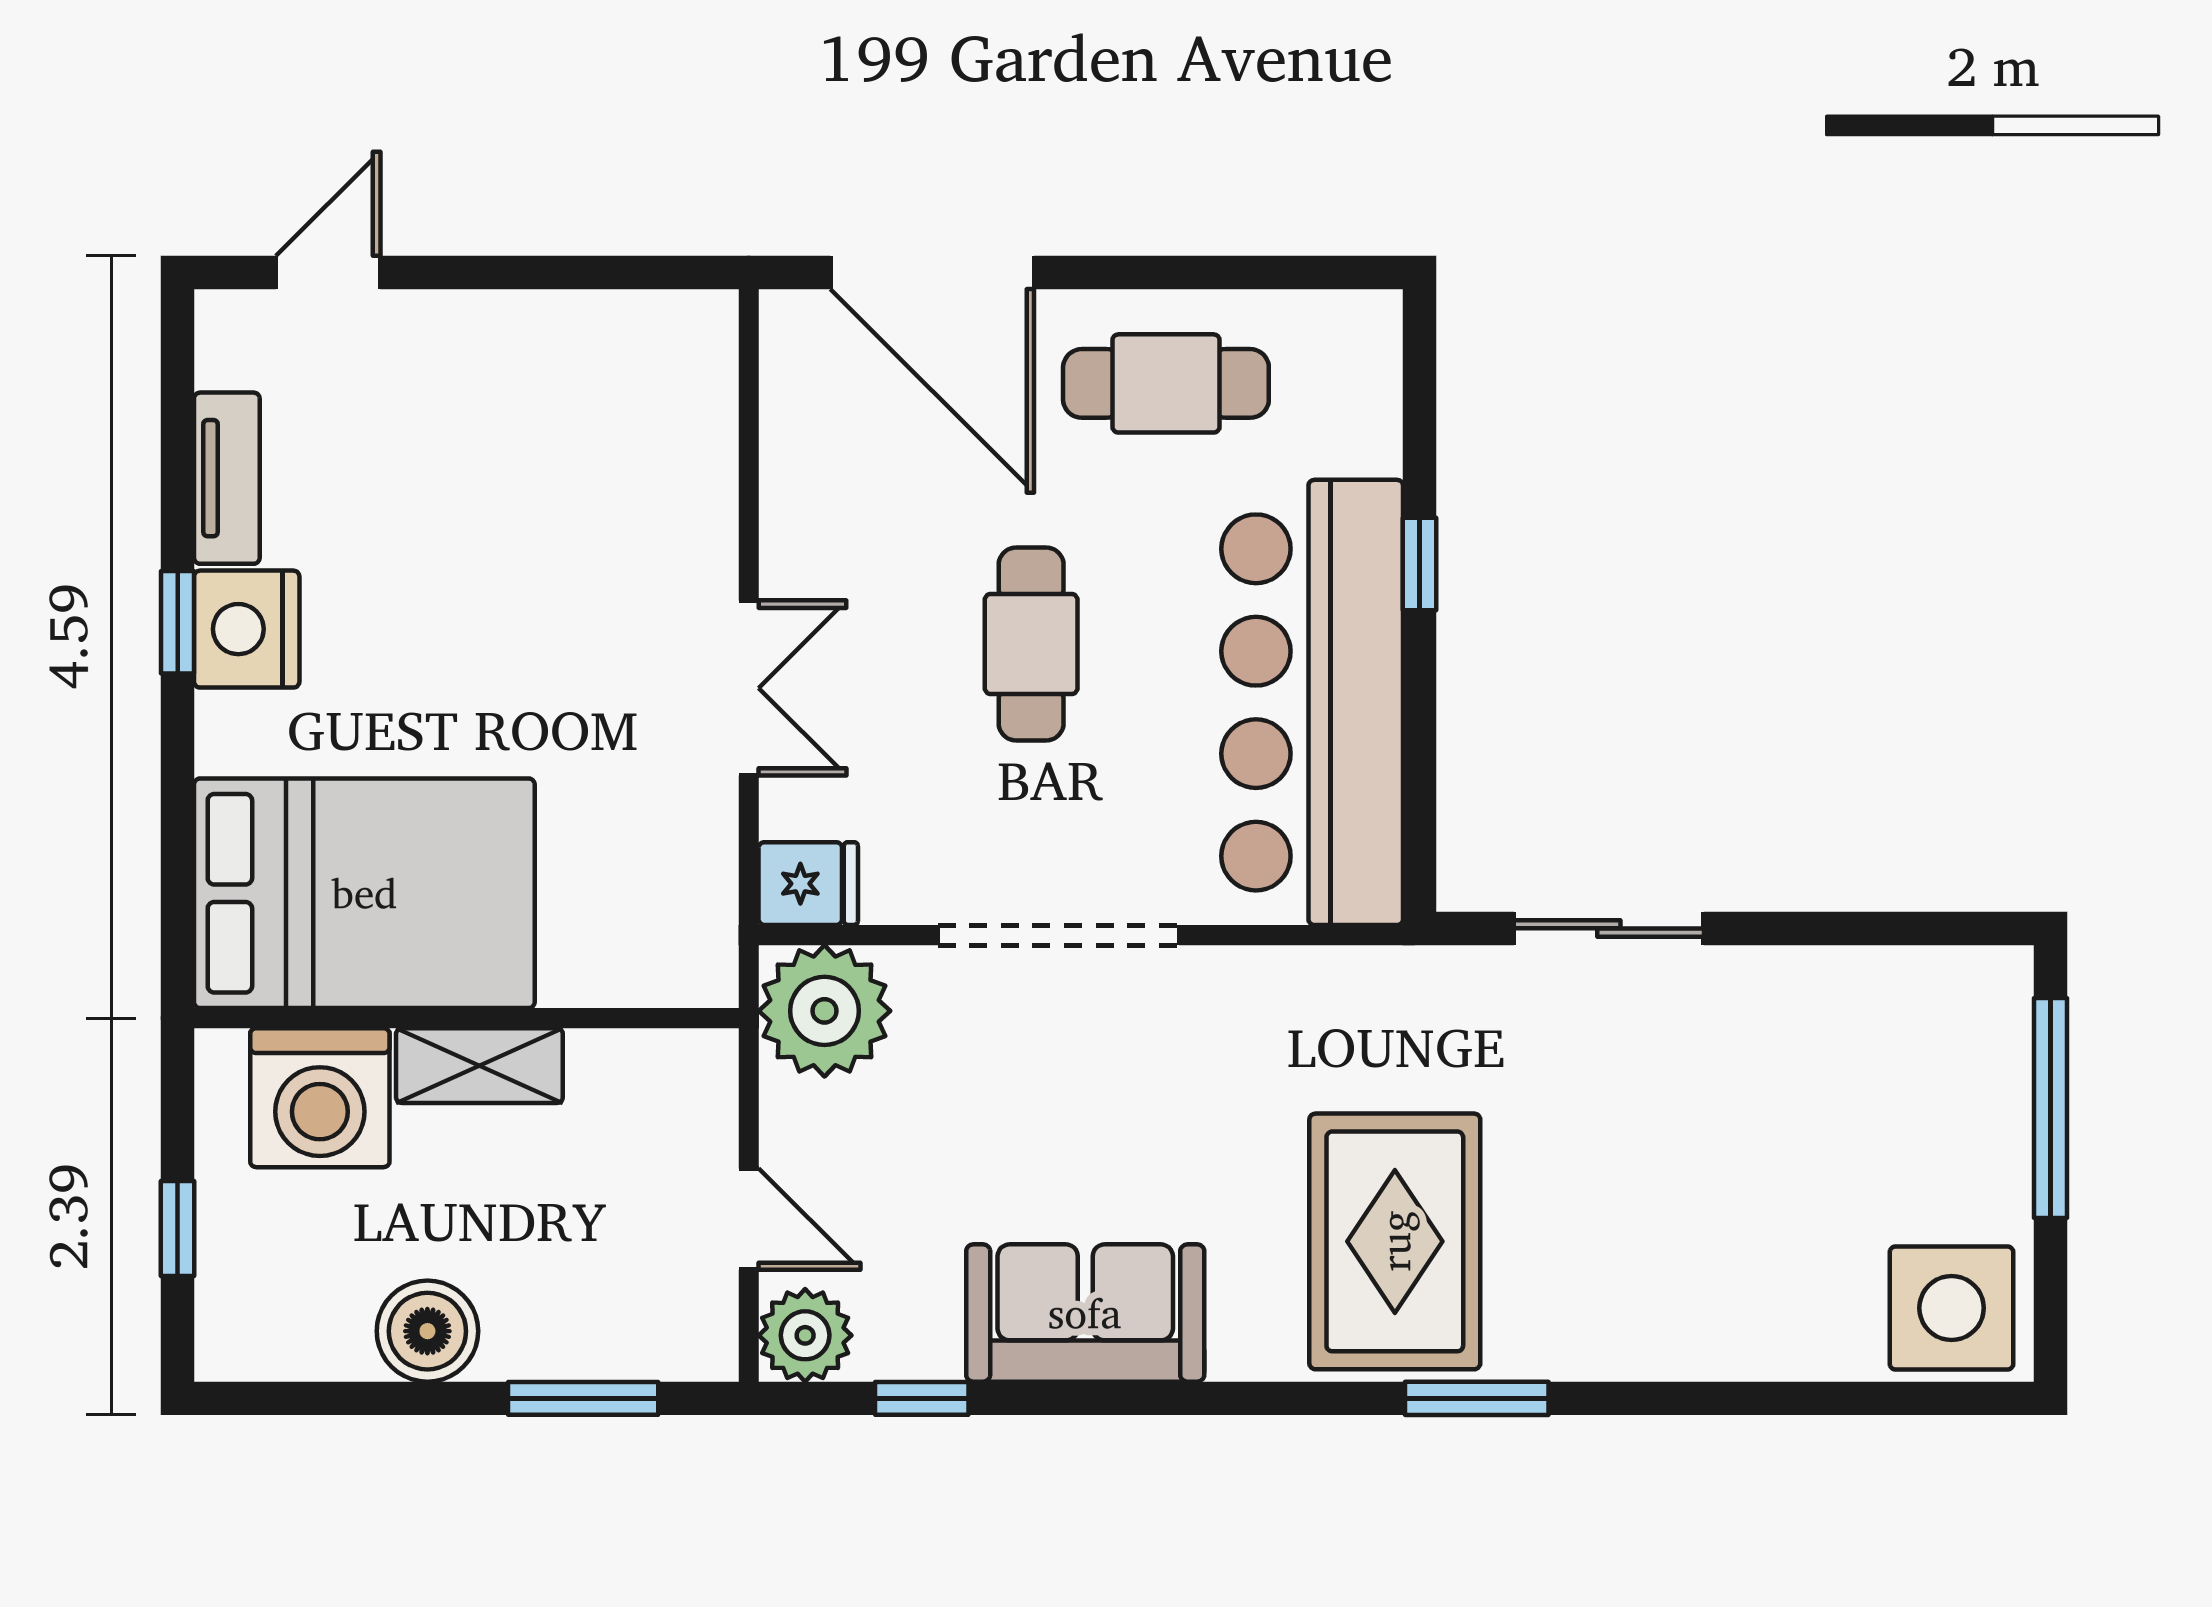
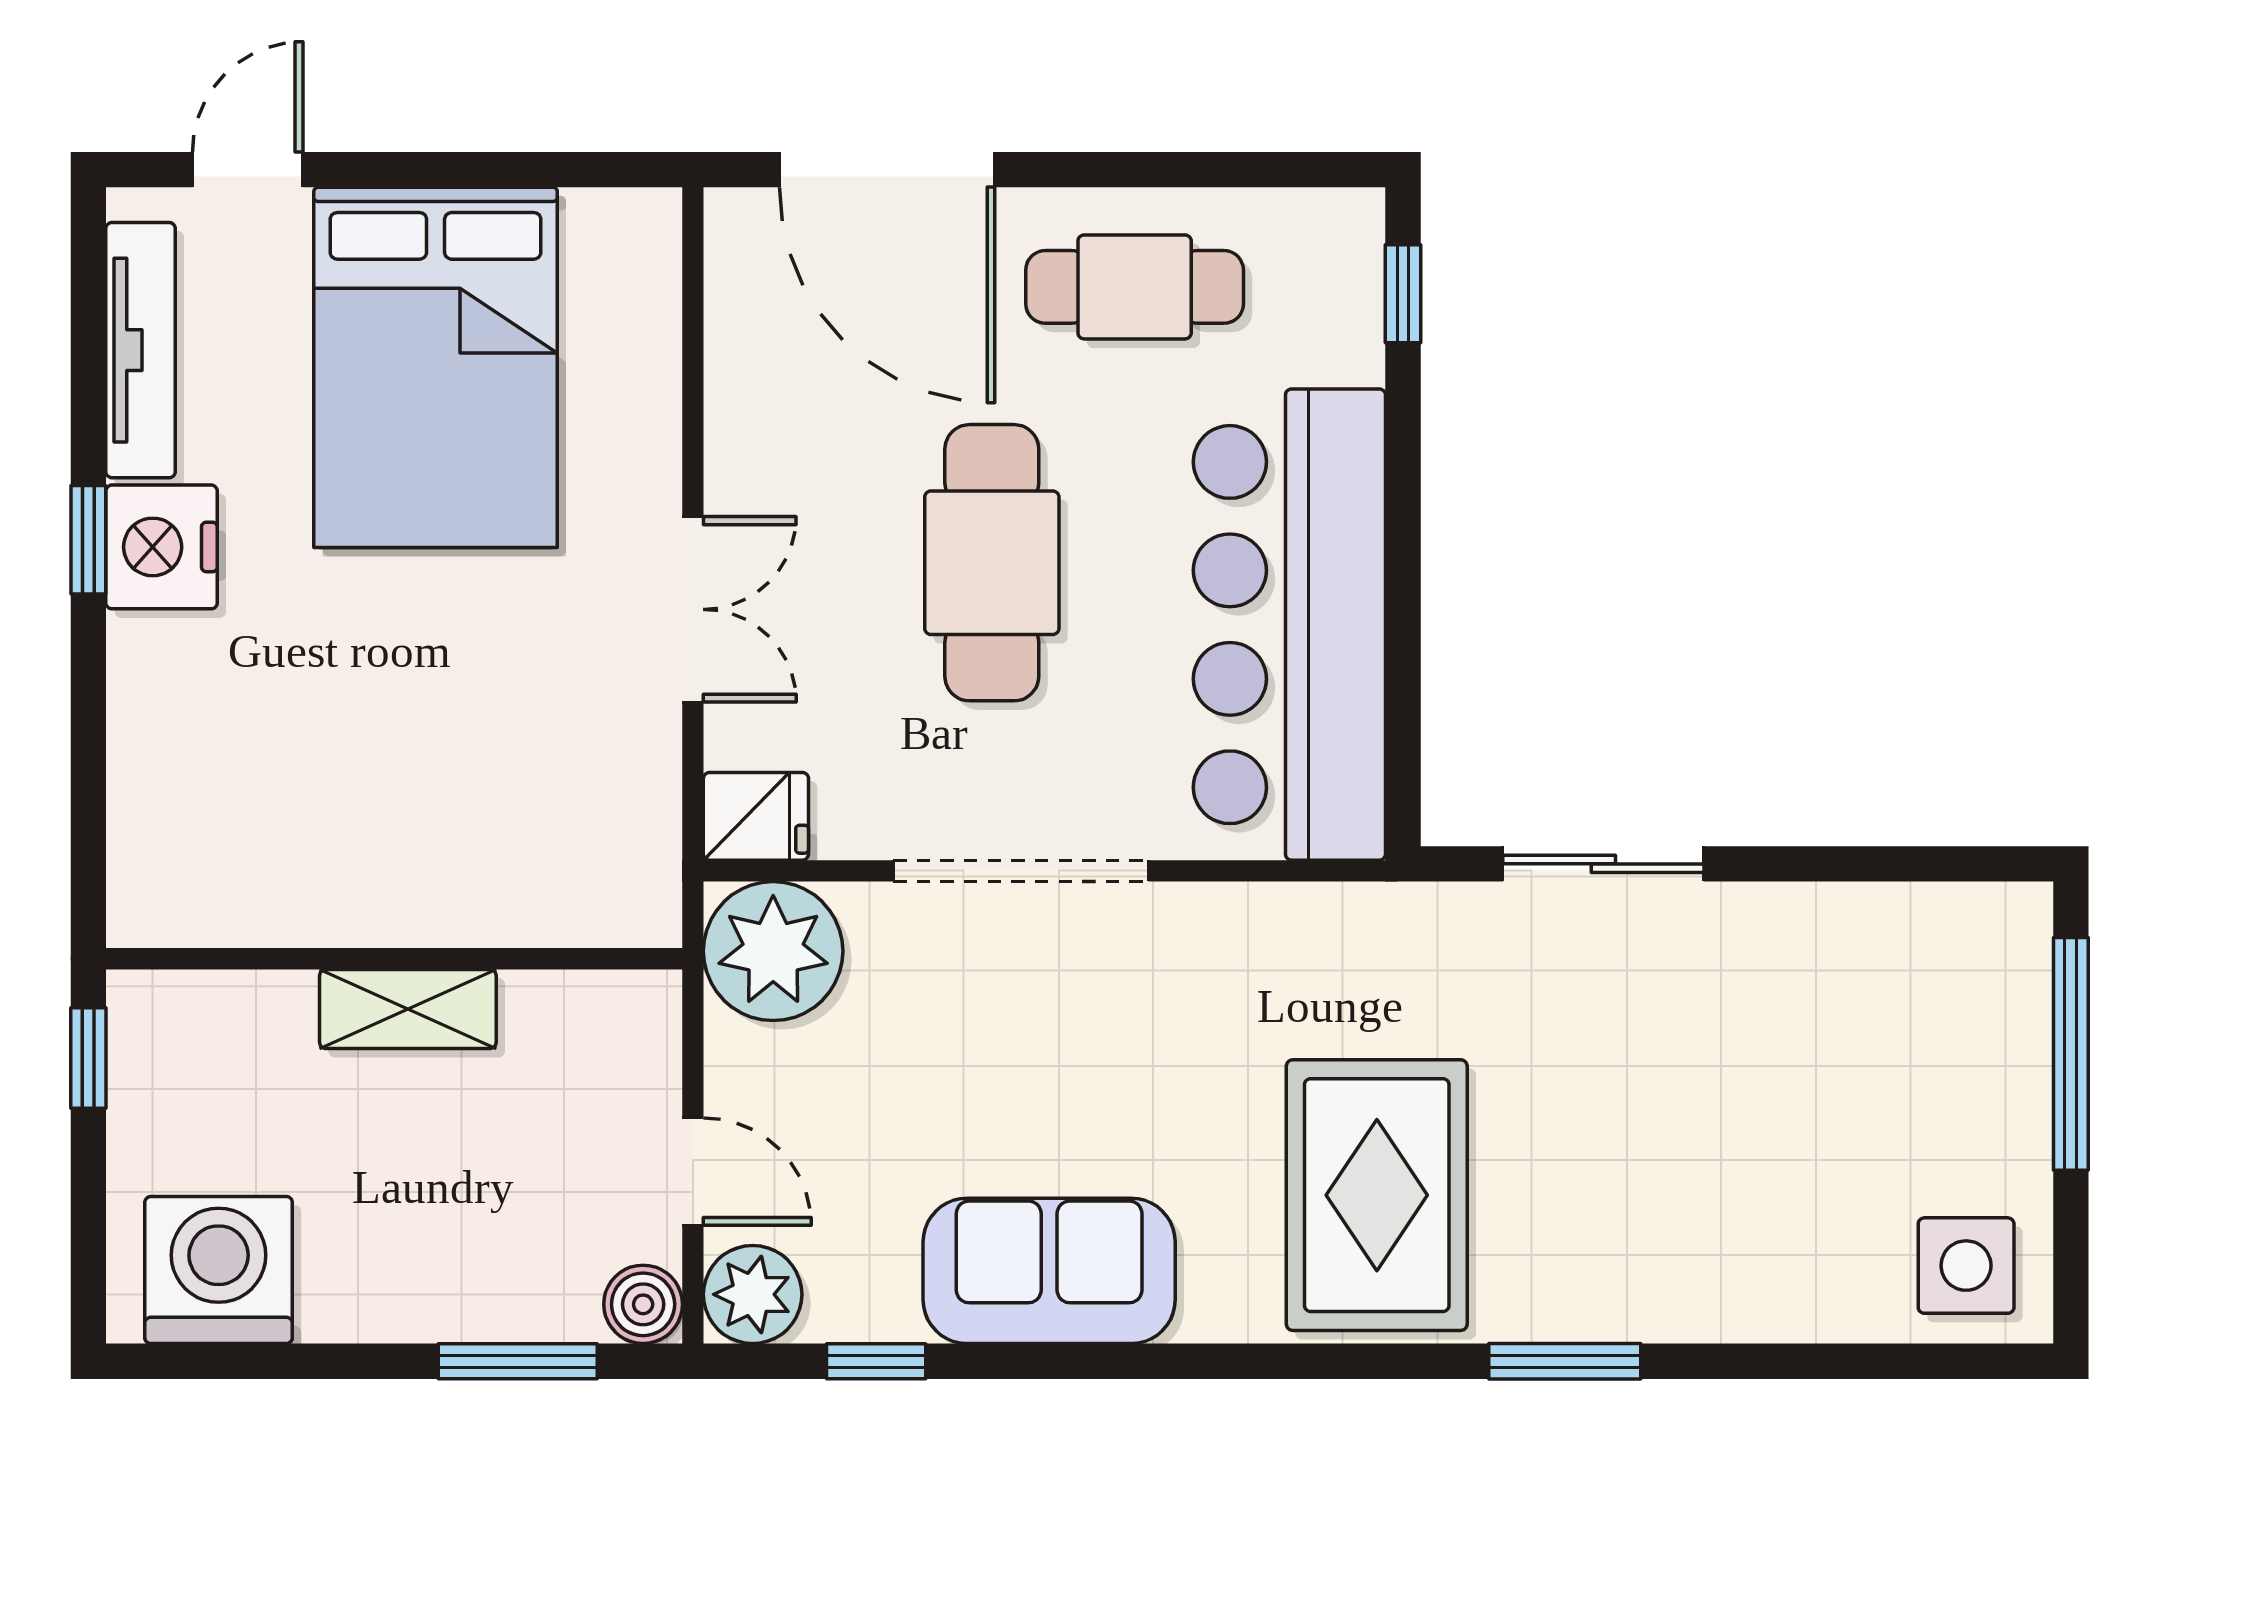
tv unit: (227, 478) -> (141, 350), width x1.41
window: (1420, 564) -> (1403, 294), moved
cafe table: (1031, 644) -> (992, 563), width x1.37, depth x1.35
bed: (364, 893) -> (436, 367), moved, turned 90
washing machine: (320, 1098) -> (219, 1270), moved, turned 180
window: (178, 1229) -> (88, 1058), moved
side table: (1952, 1308) -> (1966, 1266), width x0.73, depth x0.73
boiler: (427, 1331) -> (643, 1304), moved, width x0.73, depth x0.73
window: (1477, 1398) -> (1565, 1361), moved

